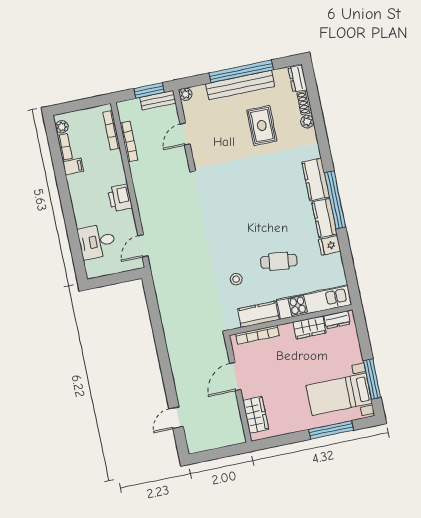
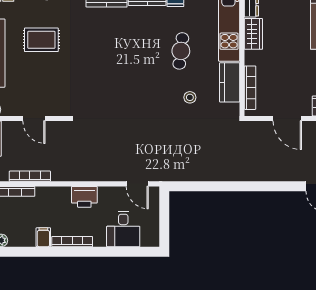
bookcase: (65, 147) -> (72, 242), moved, width x1.56

